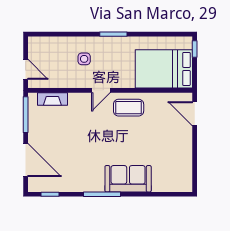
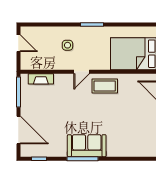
door: (26, 69) -> (18, 43), moved
sofa: (128, 179) -> (87, 146), moved

